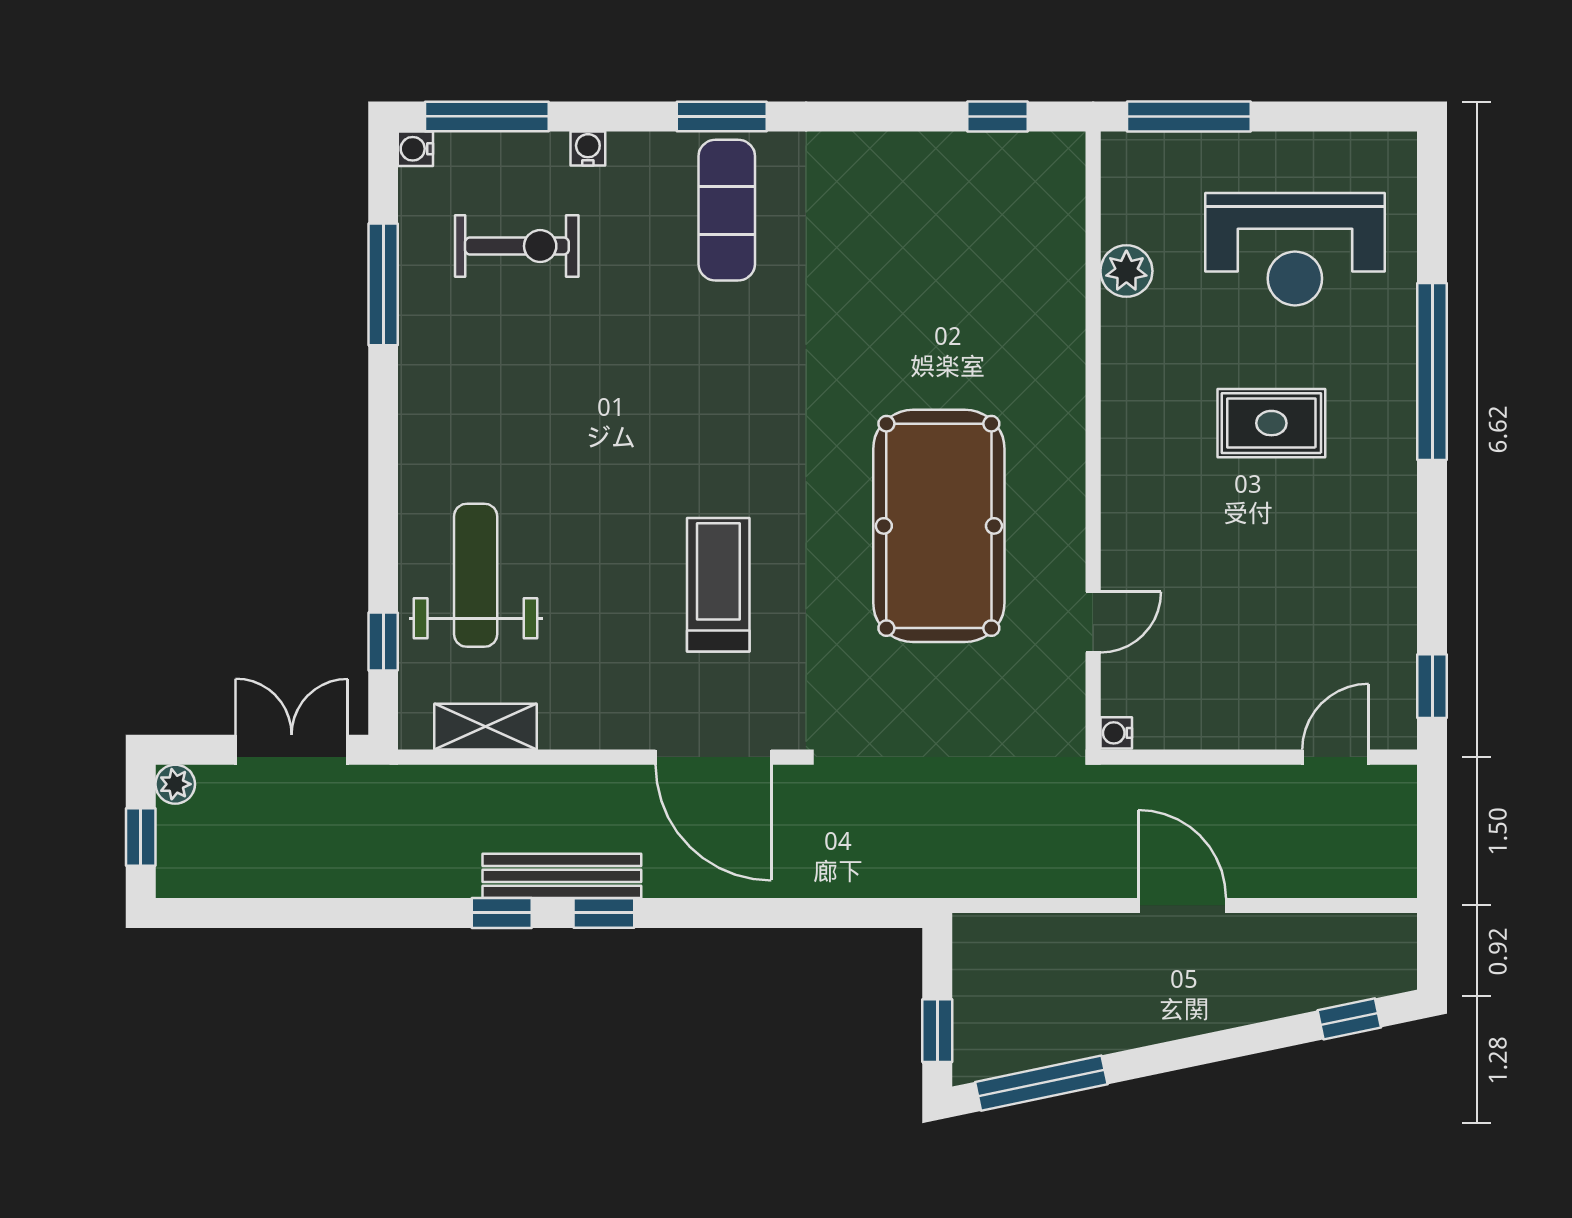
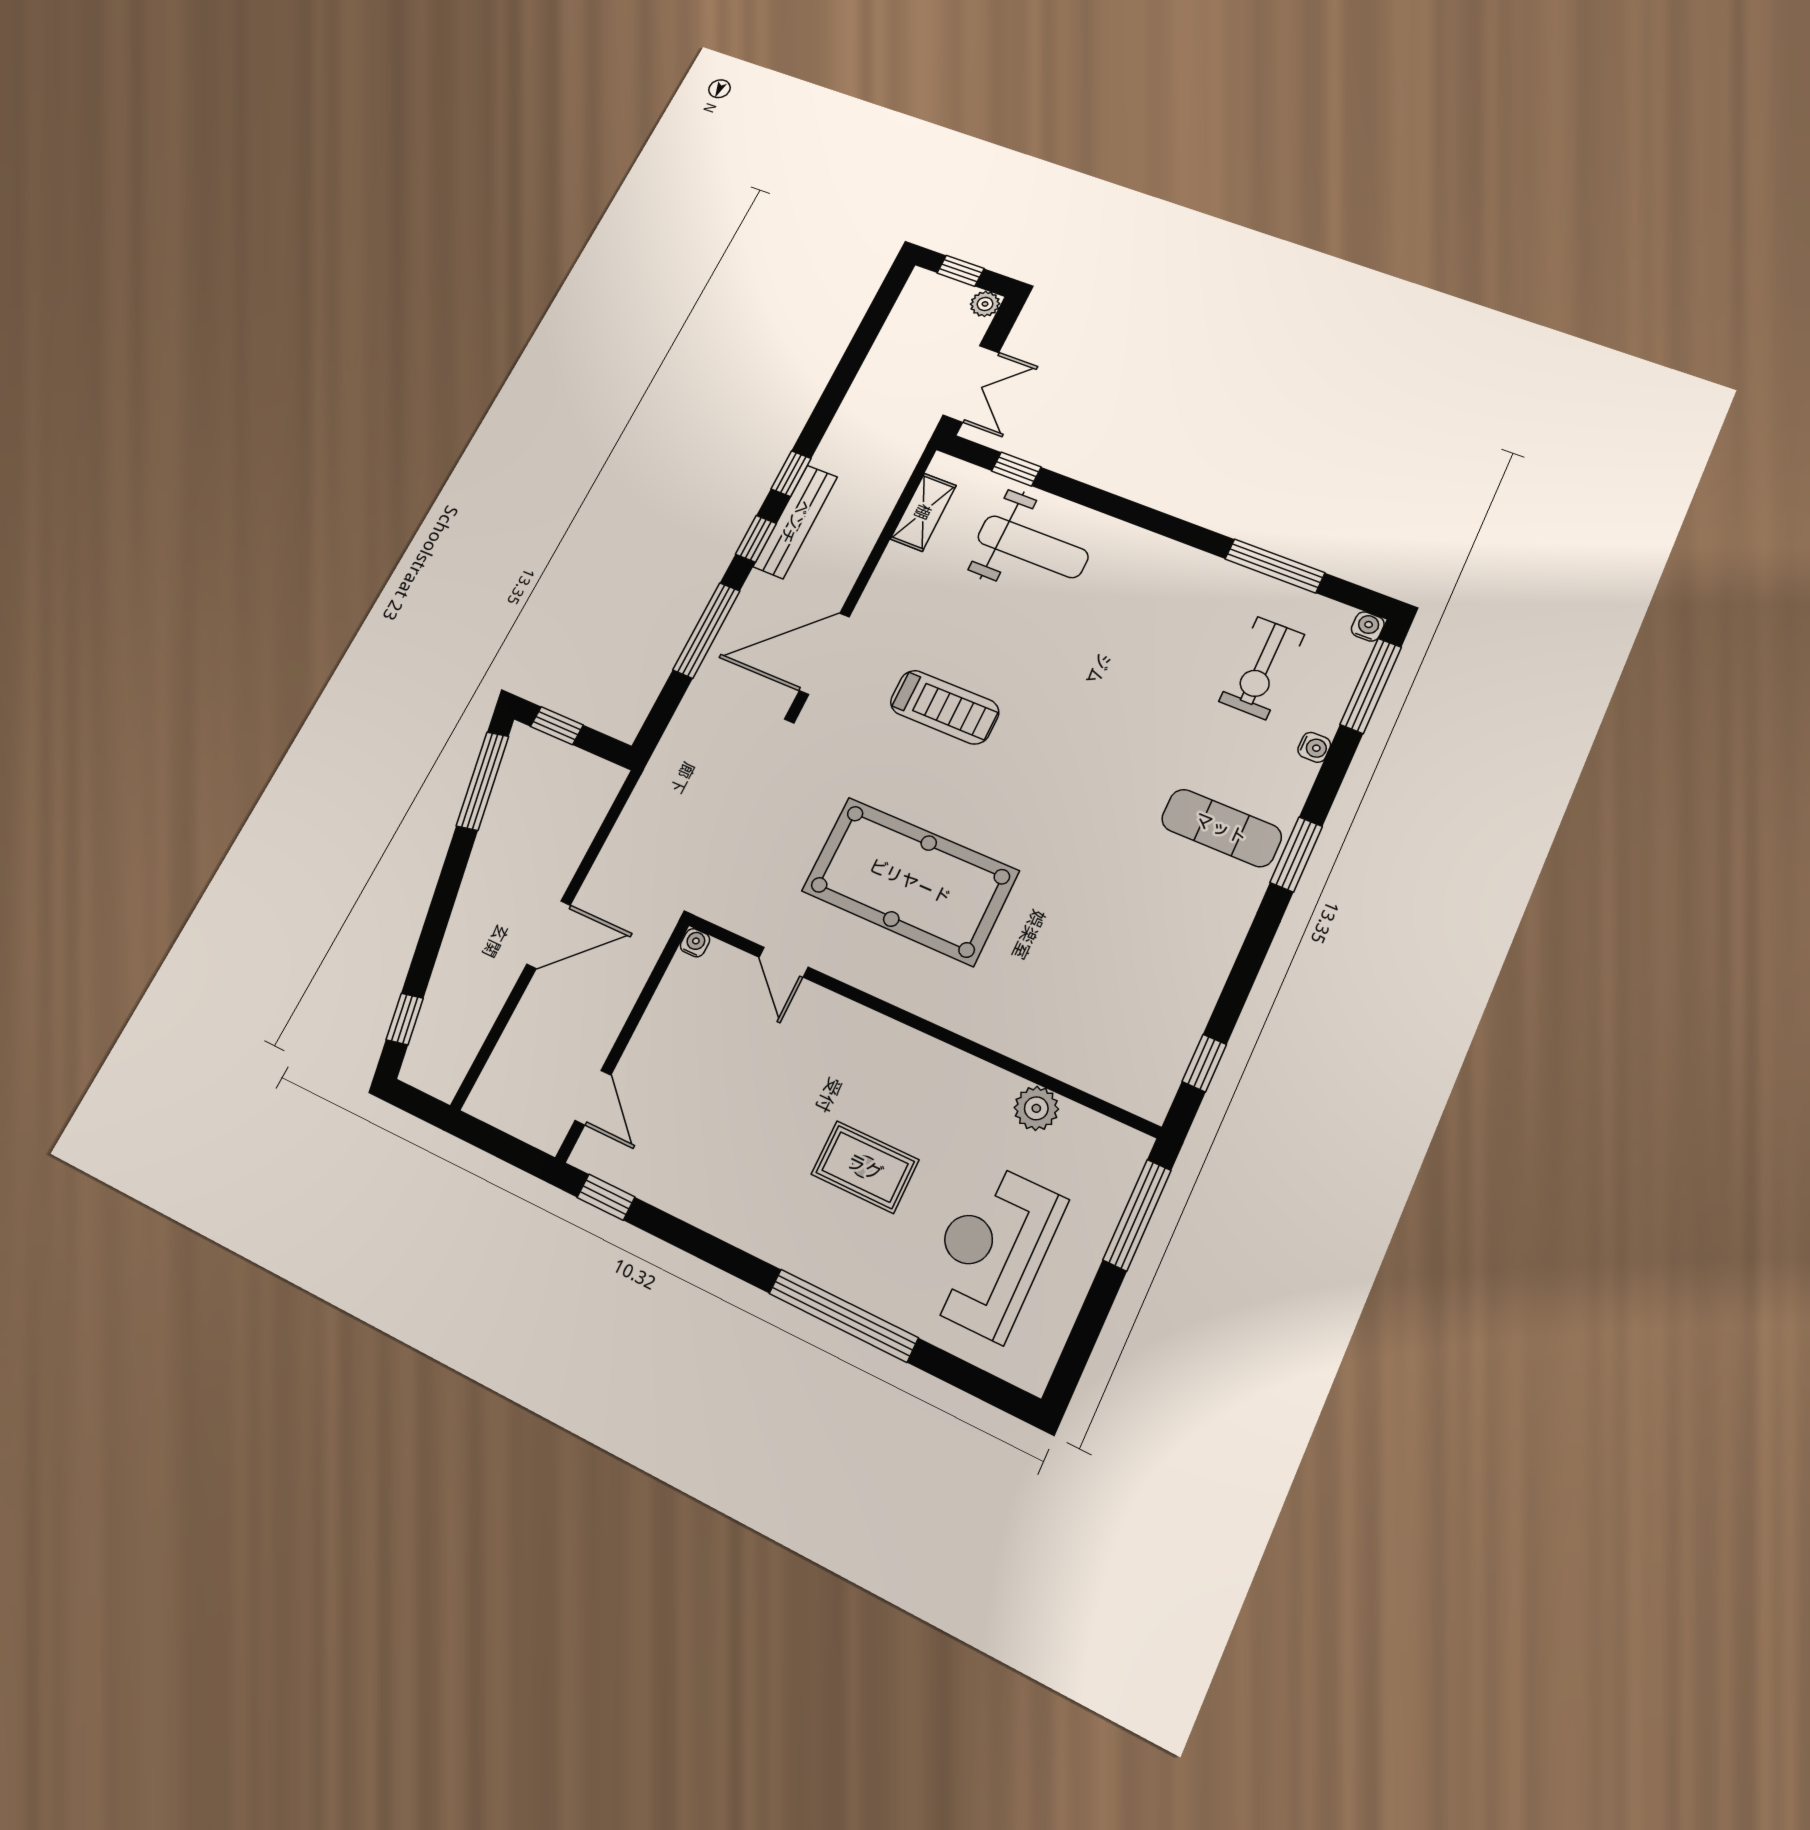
rug: (1271, 423) -> (865, 1167), turned 90
window: (744, 913) -> (706, 630), added

